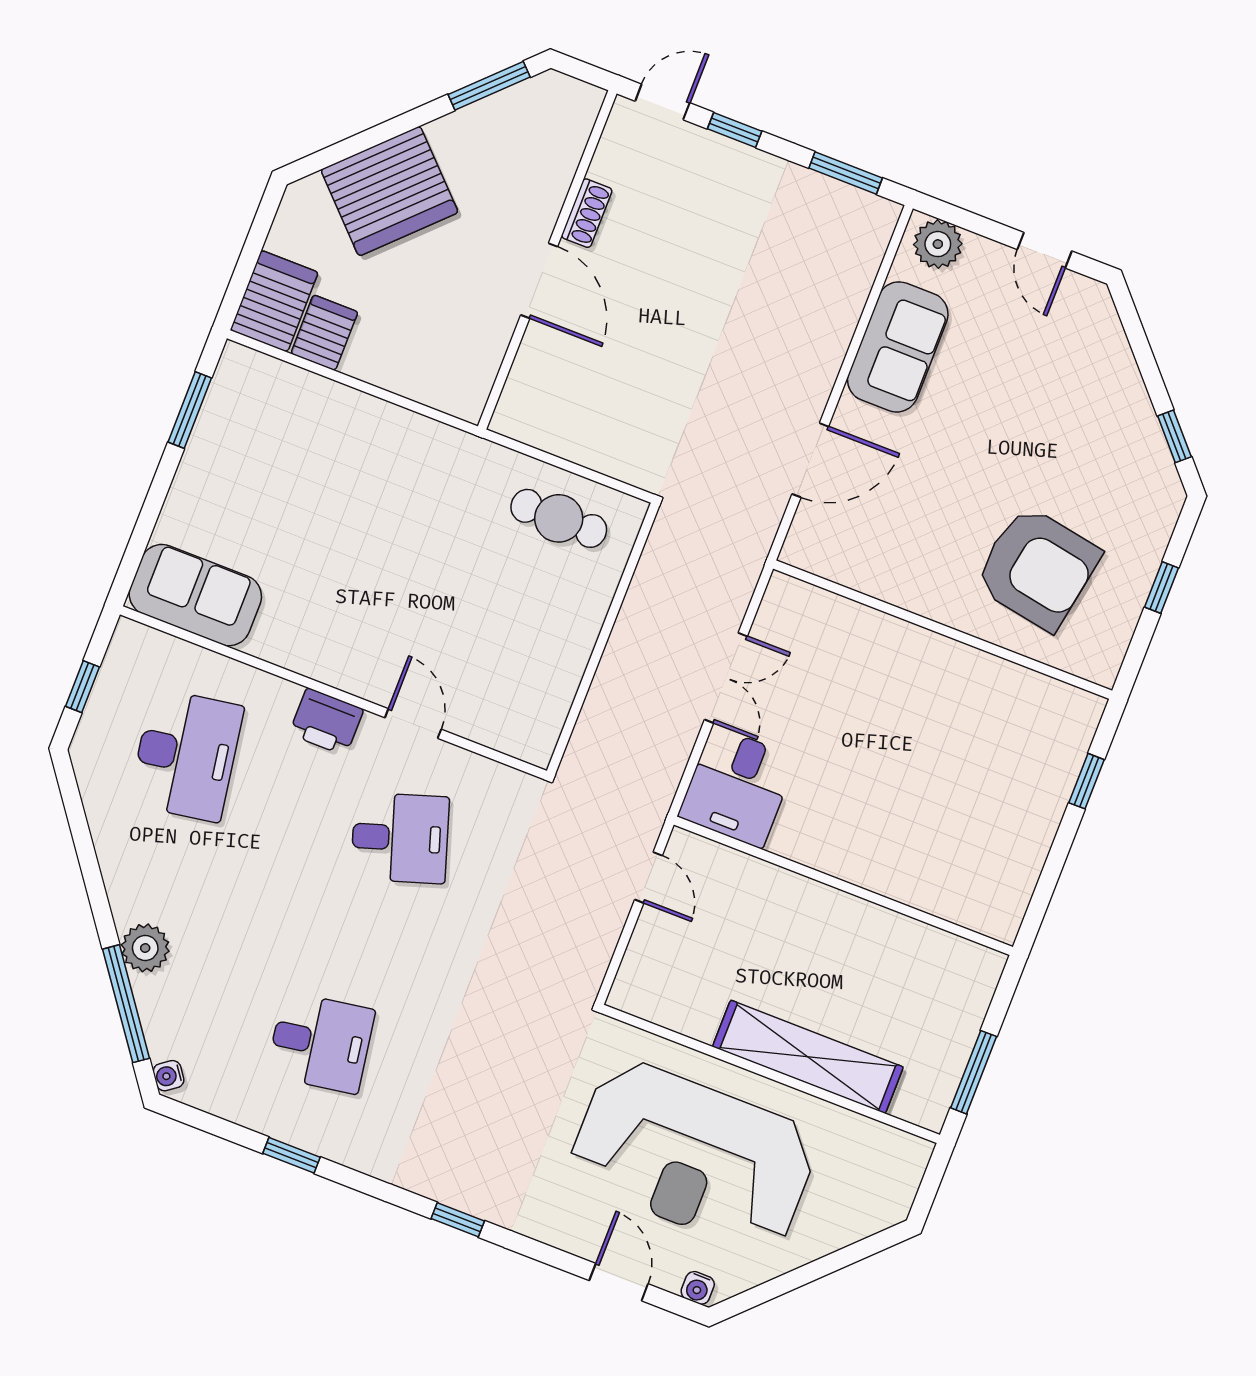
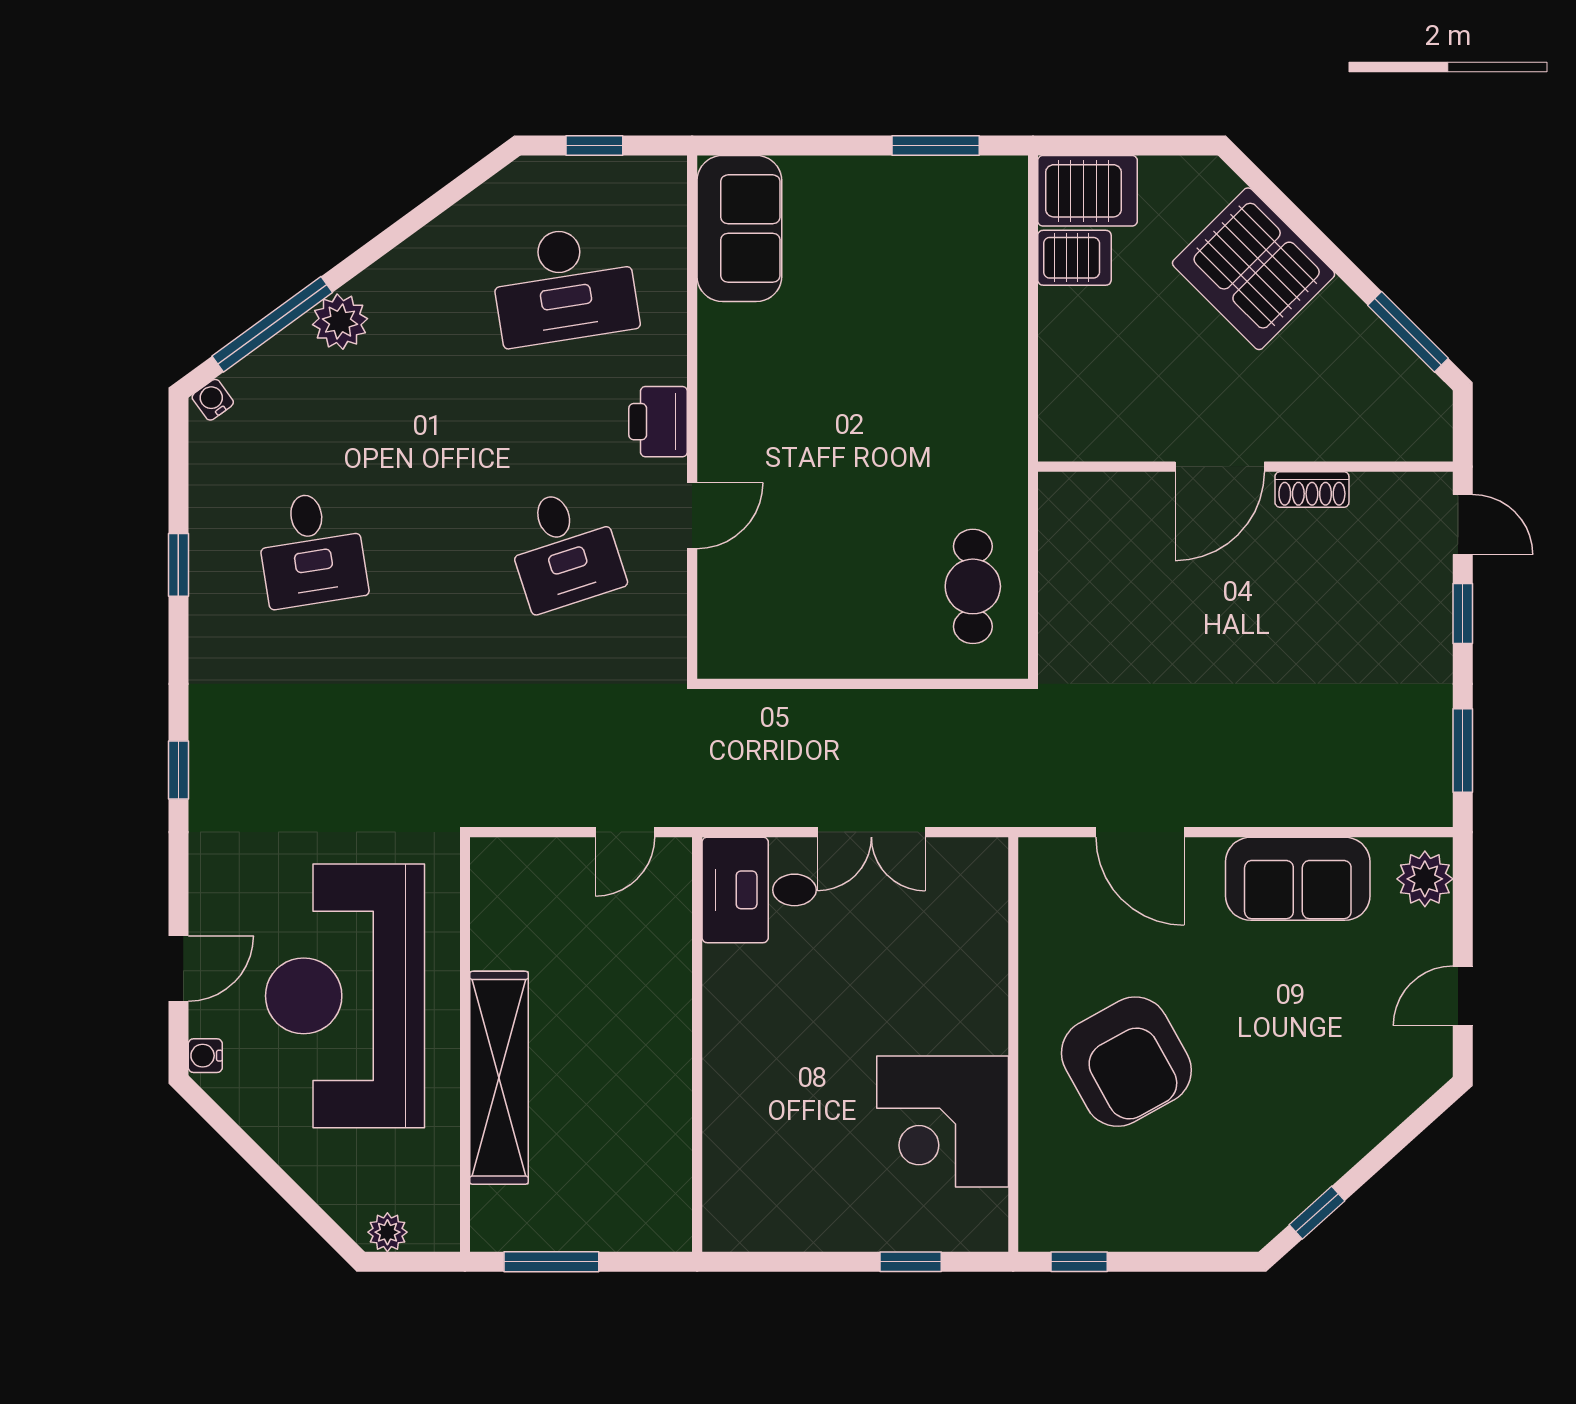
armchair: (1037, 568) -> (1126, 1062), moved, turned -39
window: (1162, 587) -> (1079, 1262), moved
corner desk: (983, 711) -> (943, 1122), added
plant: (898, 1196) -> (387, 1232), added

